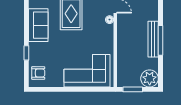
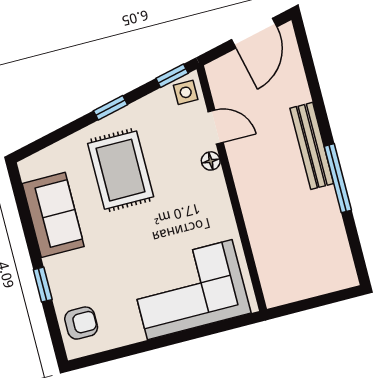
bench: (153, 39) -> (312, 146), moved
plant: (150, 78) -> (335, 271), removed
window: (133, 89) -> (304, 305), removed

